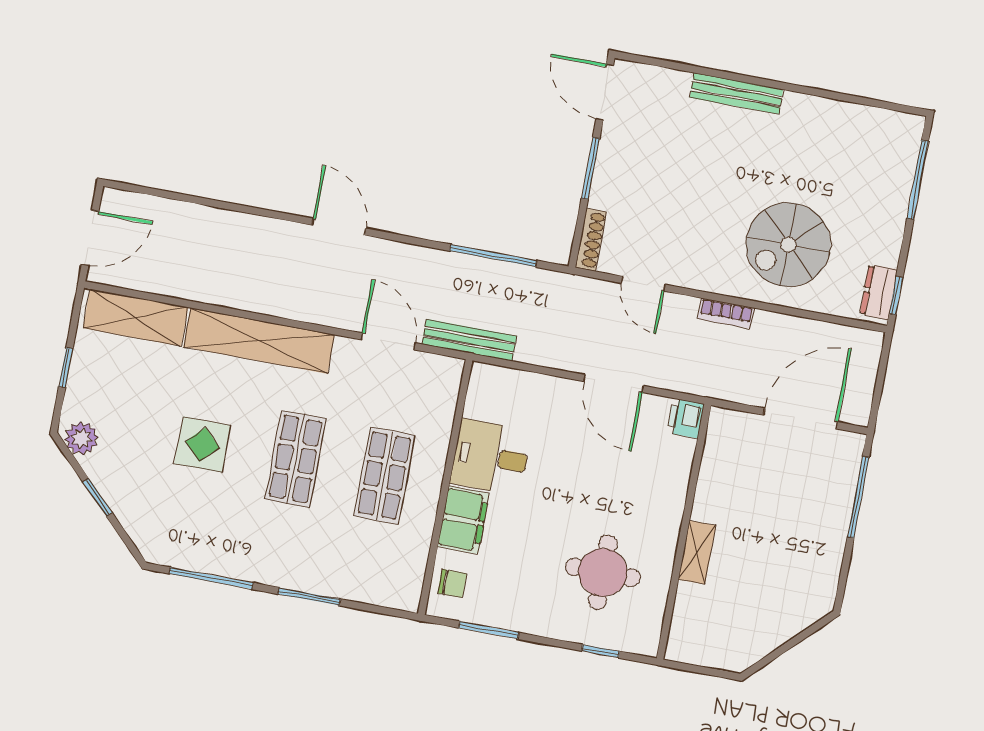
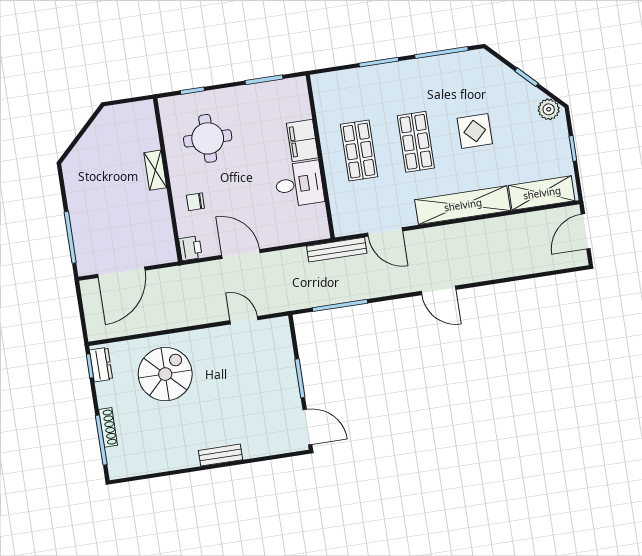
bench: (736, 93) -> (221, 455), width x0.73
shoe rack: (591, 240) -> (108, 427), moved, turned 180
bookcase: (726, 313) -> (188, 320), removed
chair: (452, 583) -> (195, 202), moved

